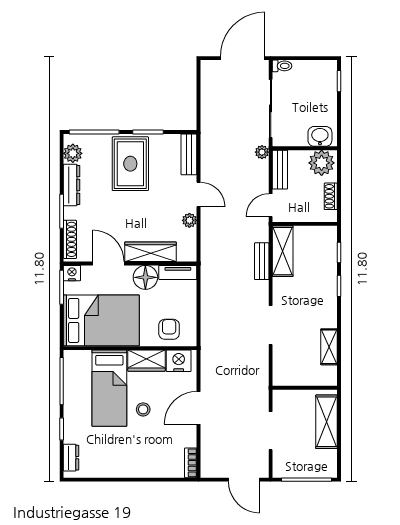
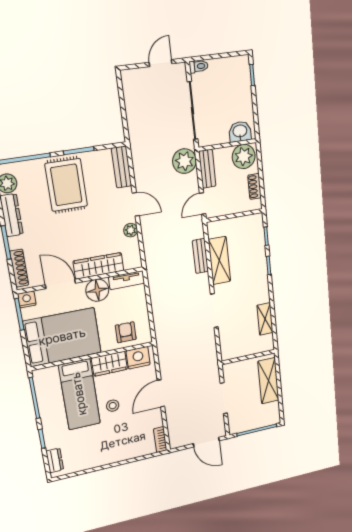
door: (243, 58) -> (161, 63), width x0.53
plant: (262, 152) -> (184, 161), width x1.87, depth x1.87
shelving: (283, 251) -> (219, 260), moved

